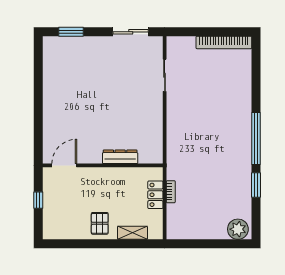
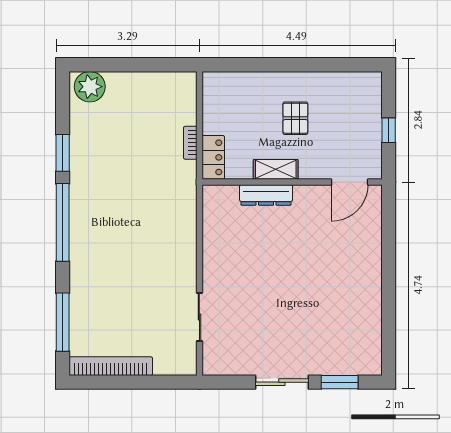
sliding door: (131, 32) -> (282, 382), moved
window: (256, 72) -> (63, 322), added
locker: (155, 195) -> (213, 157), moved
pallet: (100, 223) -> (295, 118), moved
shelving: (132, 233) -> (276, 169), moved

